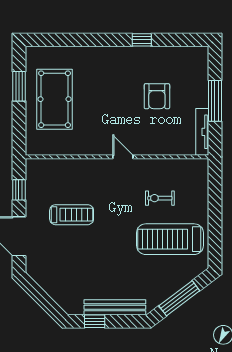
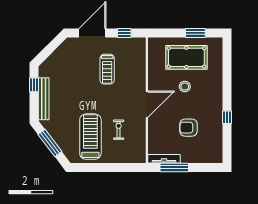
window: (215, 101) -> (174, 167), moved
stool: (97, 102) -> (185, 87), added
door: (123, 157) -> (147, 104), width x1.88

